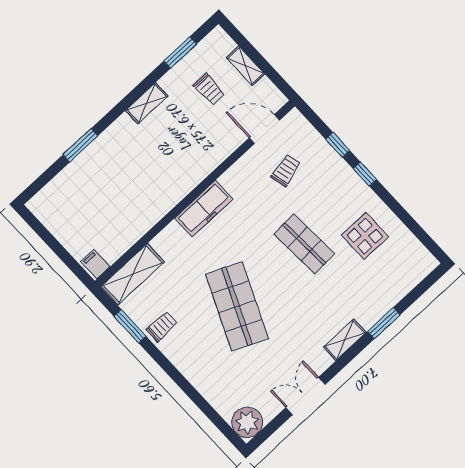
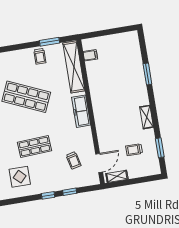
shelving: (246, 66) -> (117, 176), moved
filing cabinet: (95, 264) -> (90, 55), moved
shelving: (133, 274) -> (74, 67), width x1.47

